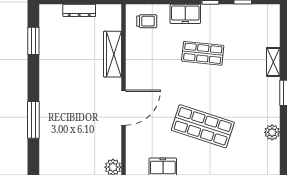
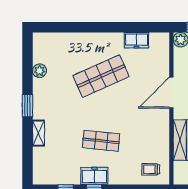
freezer: (185, 14) -> (94, 176), moved
shop shelf: (203, 126) -> (101, 76), turned -42

